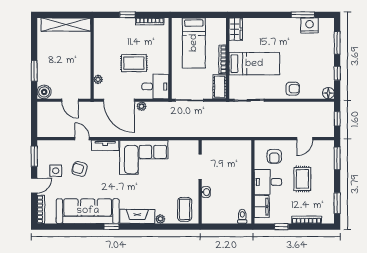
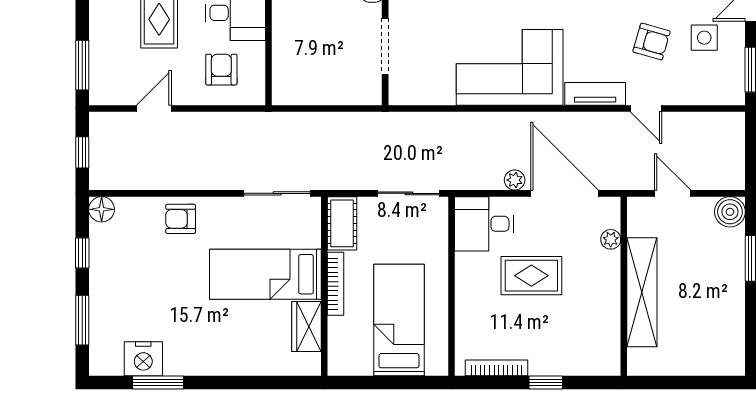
shelving: (66, 25) -> (642, 292), moved, turned 90
wardrobe: (236, 29) -> (306, 326), moved

